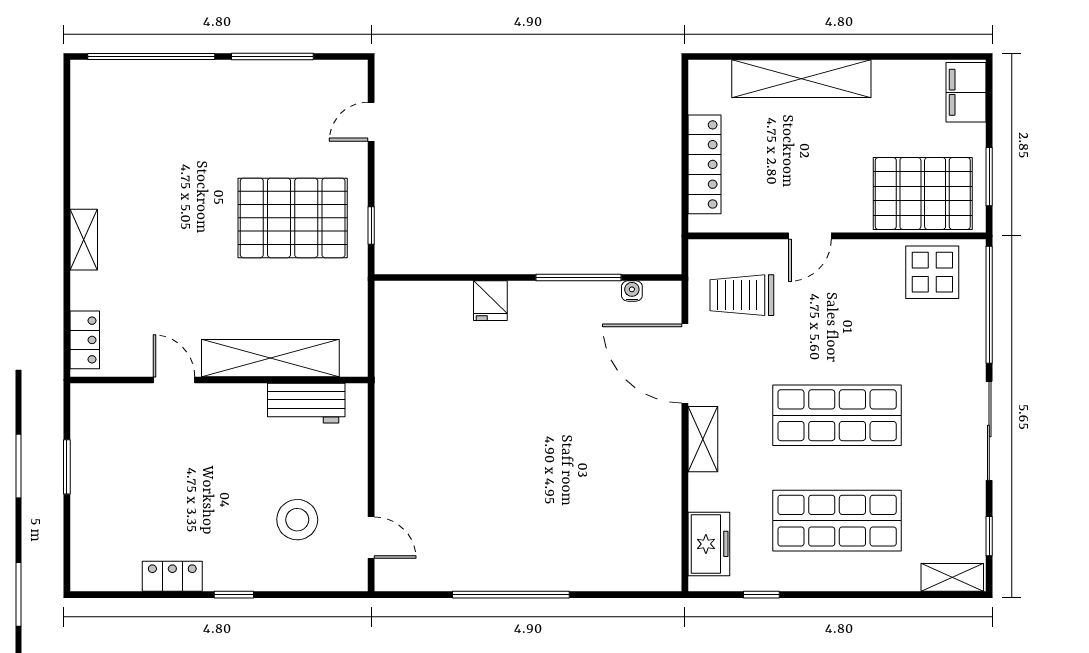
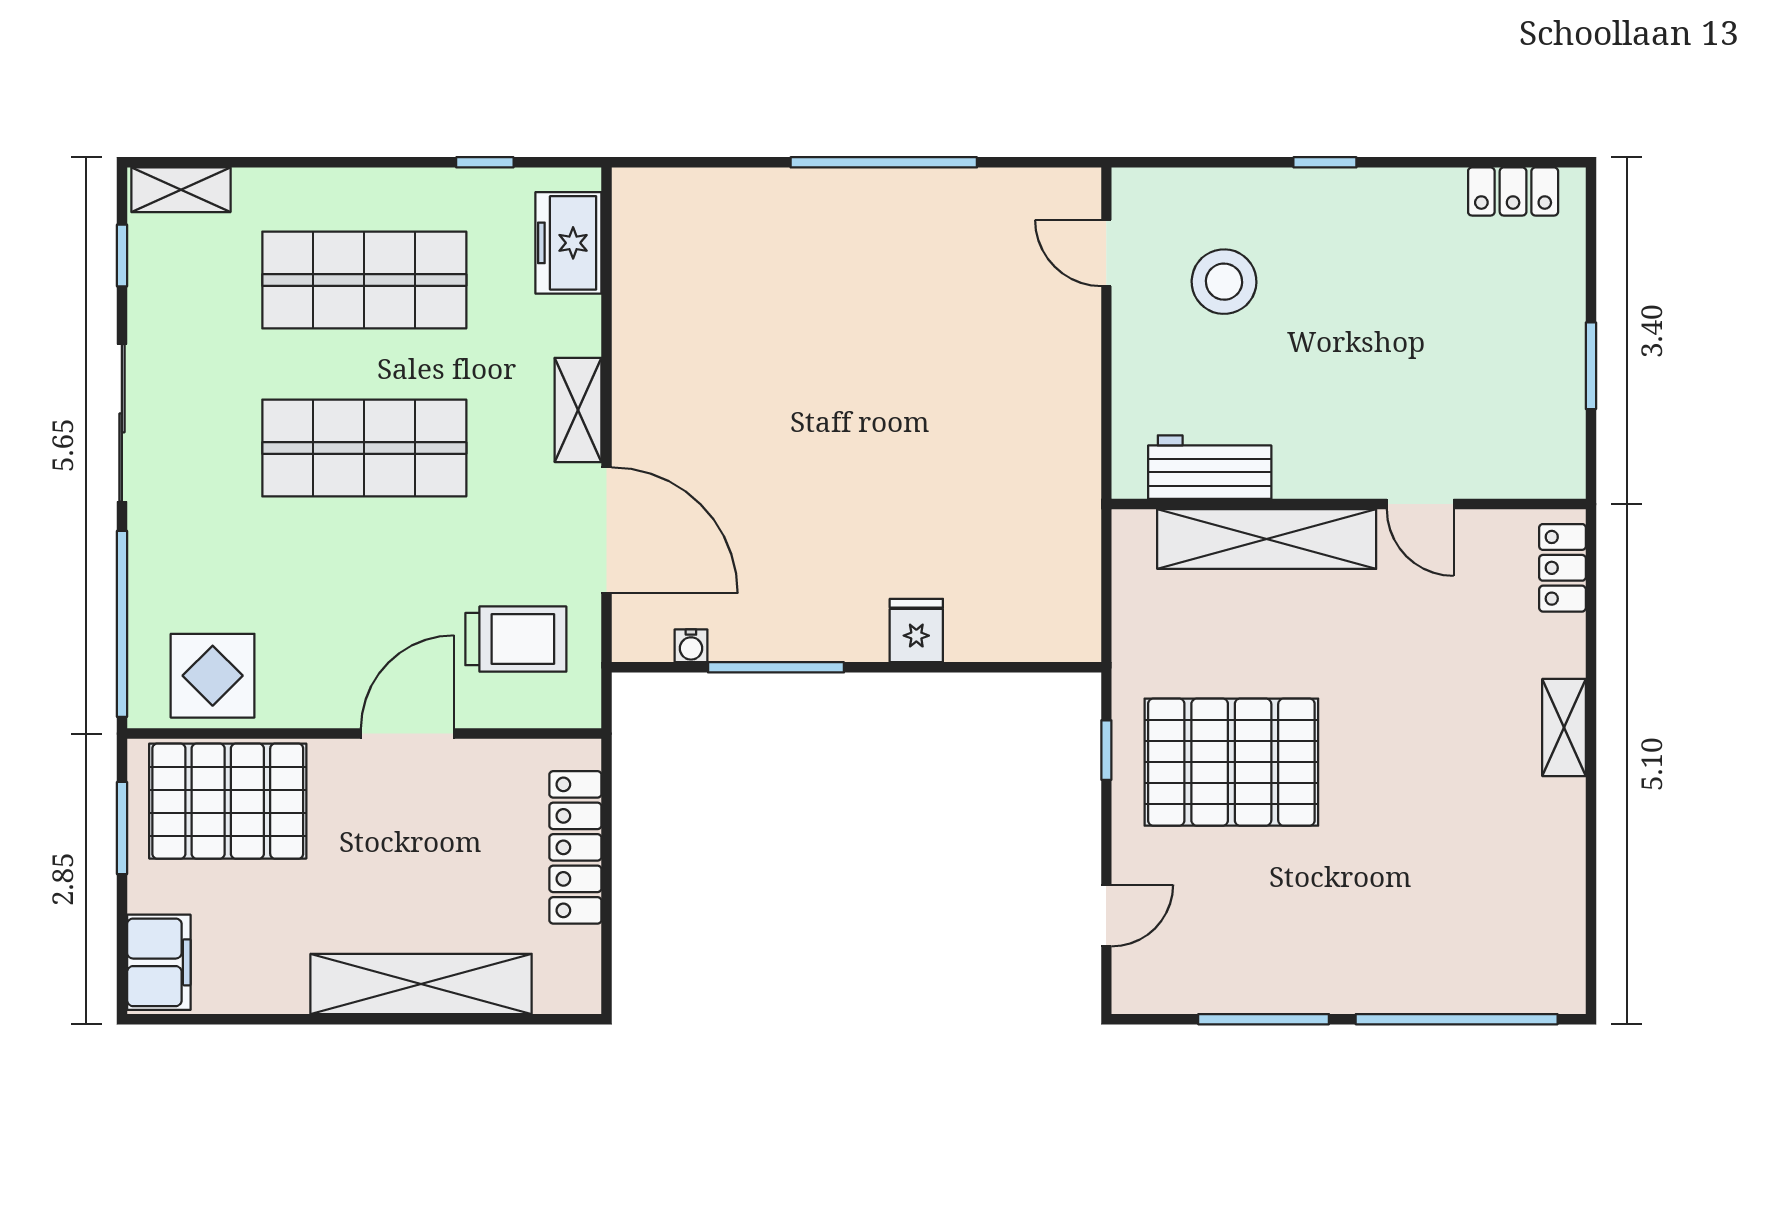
door: (810, 236) -> (408, 734), width x1.38
locker: (172, 576) -> (1513, 191), moved

